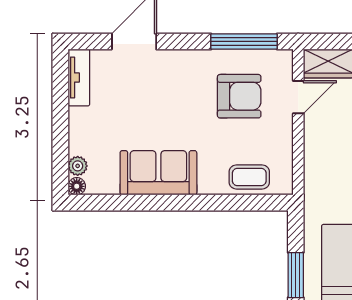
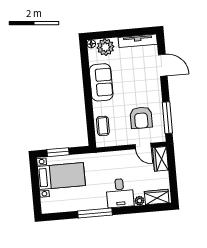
tv unit: (79, 77) -> (138, 41), width x1.41
plant: (78, 166) -> (105, 47), width x1.87, depth x1.87

